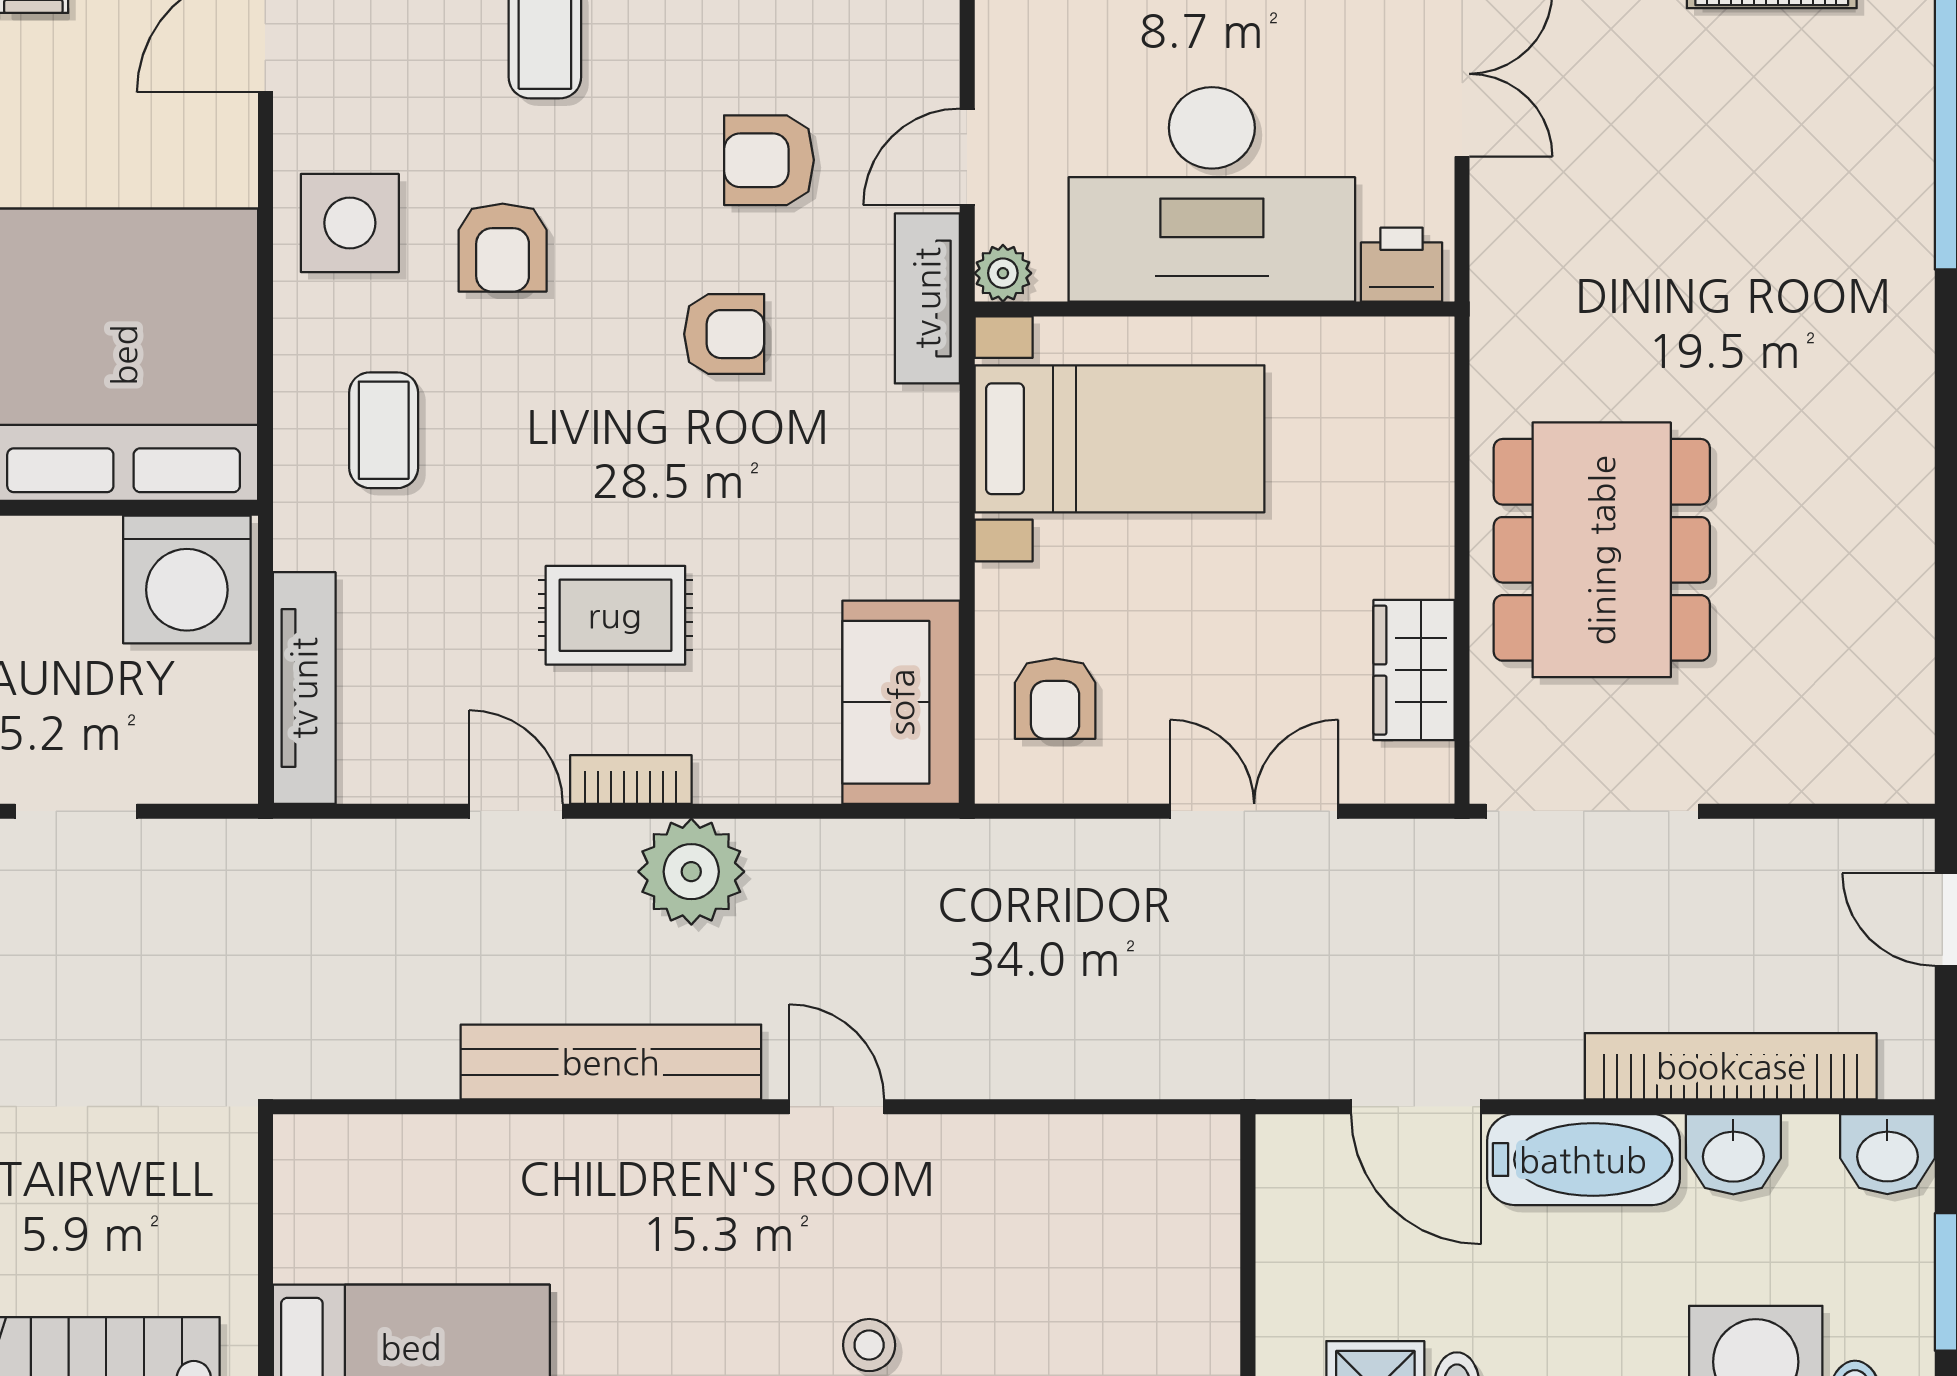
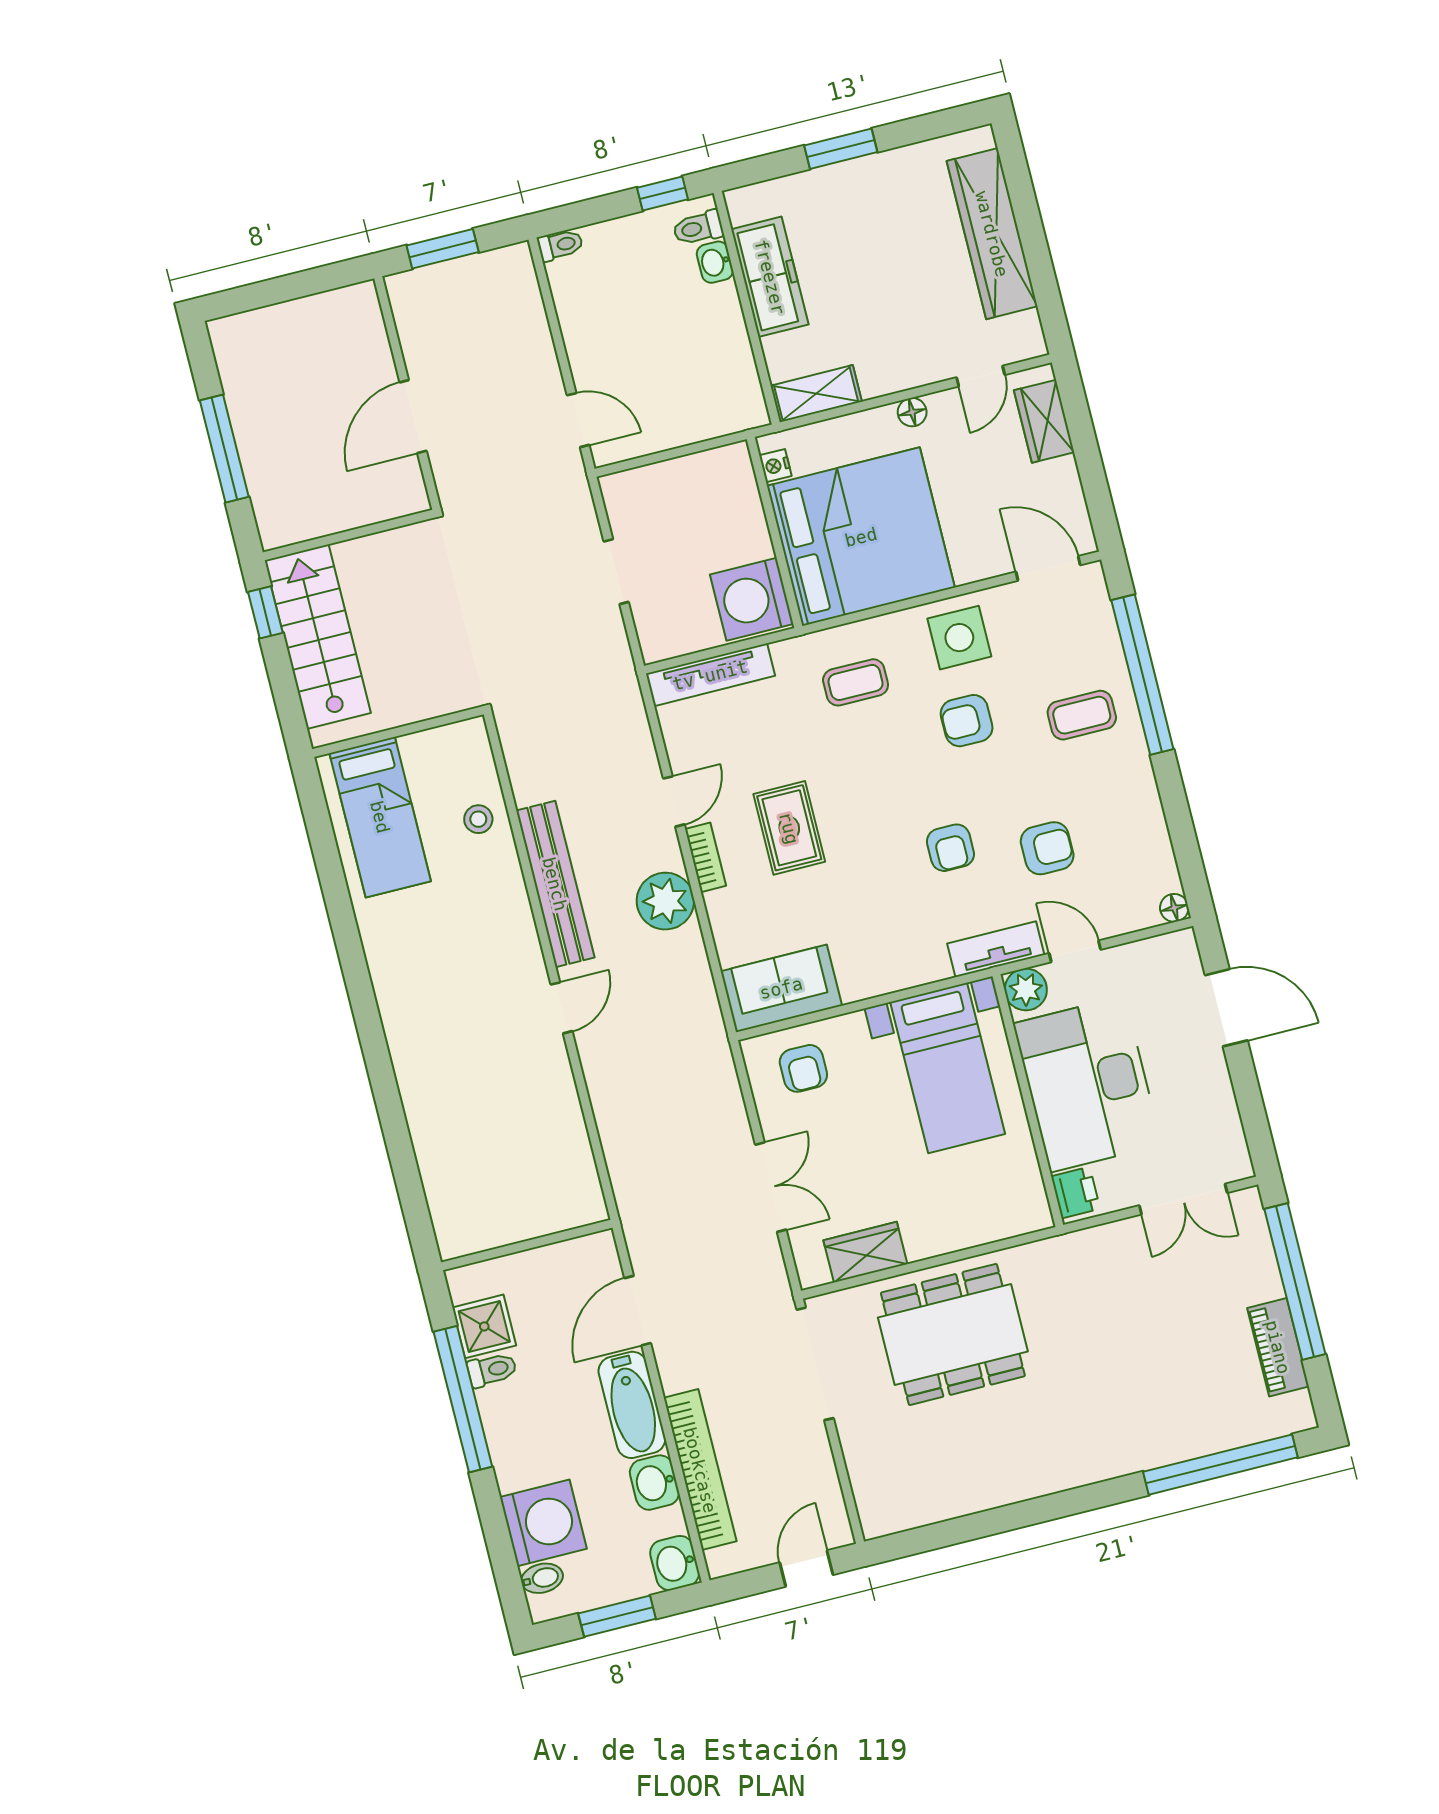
armchair: (769, 160) -> (1047, 848), turned 90
plant: (1003, 273) -> (1026, 989), width x1.38, depth x1.38
armchair: (1055, 699) -> (803, 1068), turned -90
stool: (869, 1345) -> (478, 819), moved

